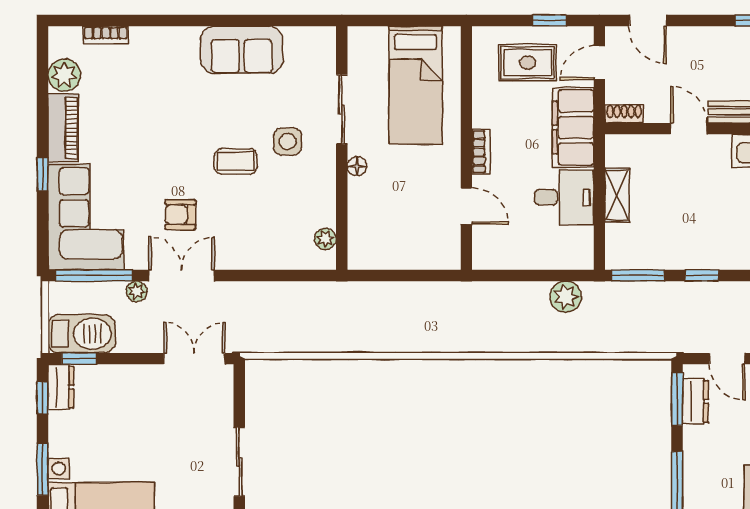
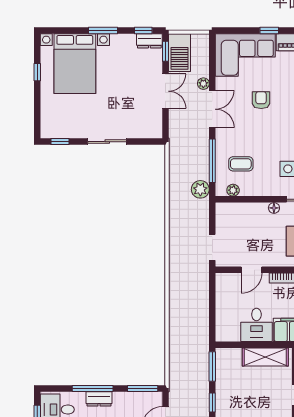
coffee table: (236, 161) -> (241, 164), moved, turned 90
shelving: (617, 195) -> (265, 357), width x1.50, depth x1.33
armchair: (180, 215) -> (261, 100), moved
window: (94, 275) -> (212, 161), moved
doorway: (427, 275) -> (212, 247), added
plant: (566, 297) -> (200, 189), moved
double door: (194, 359) -> (165, 91), moved
dresser: (695, 401) -> (99, 399), moved

